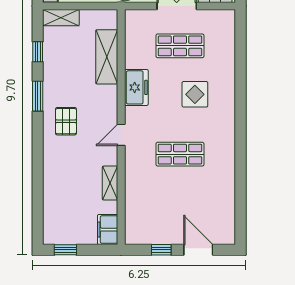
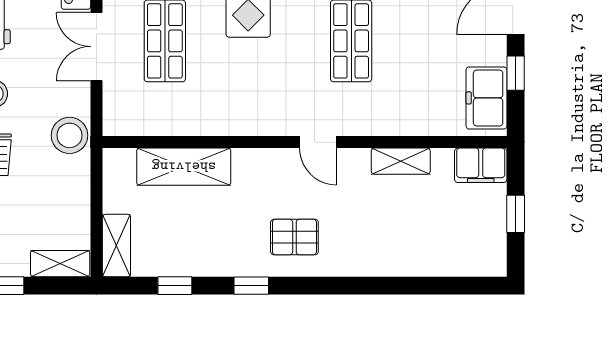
freezer: (136, 87) -> (486, 98), moved, turned -90
window: (38, 96) -> (251, 286), width x0.67
window: (65, 250) -> (516, 214), moved

